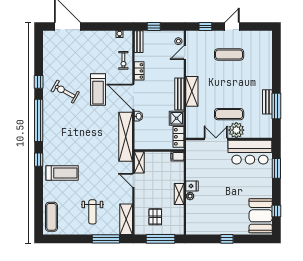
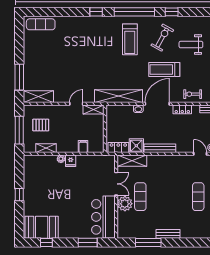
shelving: (192, 91) -> (132, 161), moved
bench: (267, 102) -> (168, 234), moved
filing cabinet: (177, 156) -> (83, 147), moved
treadmill: (62, 173) -> (130, 39), moved
shelving: (179, 194) -> (46, 148), moved
weight bench: (92, 212) -> (191, 45), moved

